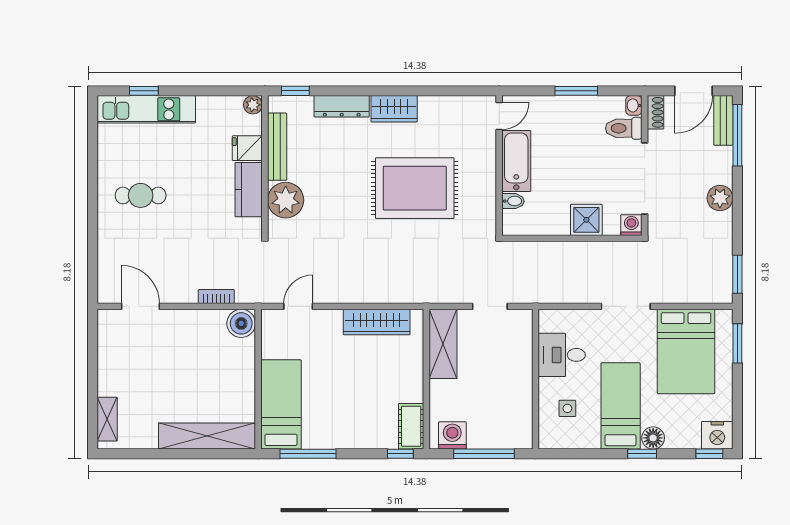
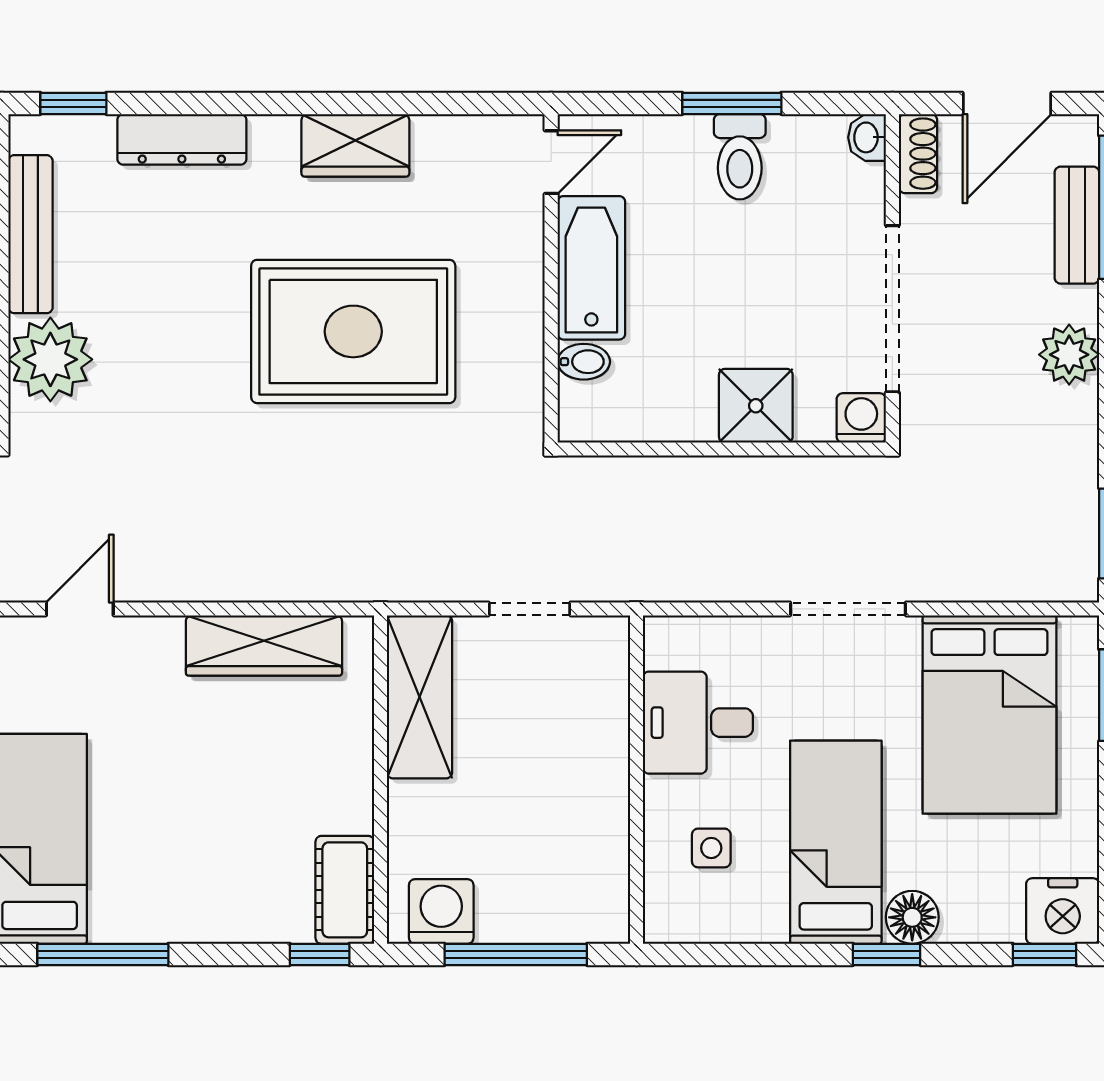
wardrobe: (394, 109) -> (355, 145), moved
bench: (723, 120) -> (1077, 225), moved
toilet: (624, 128) -> (740, 157), moved, turned -90

